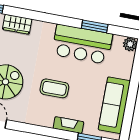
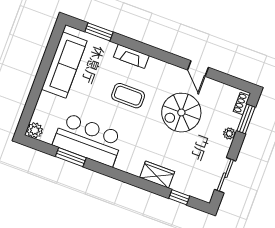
fireplace: (68, 125) -> (131, 56), moved

